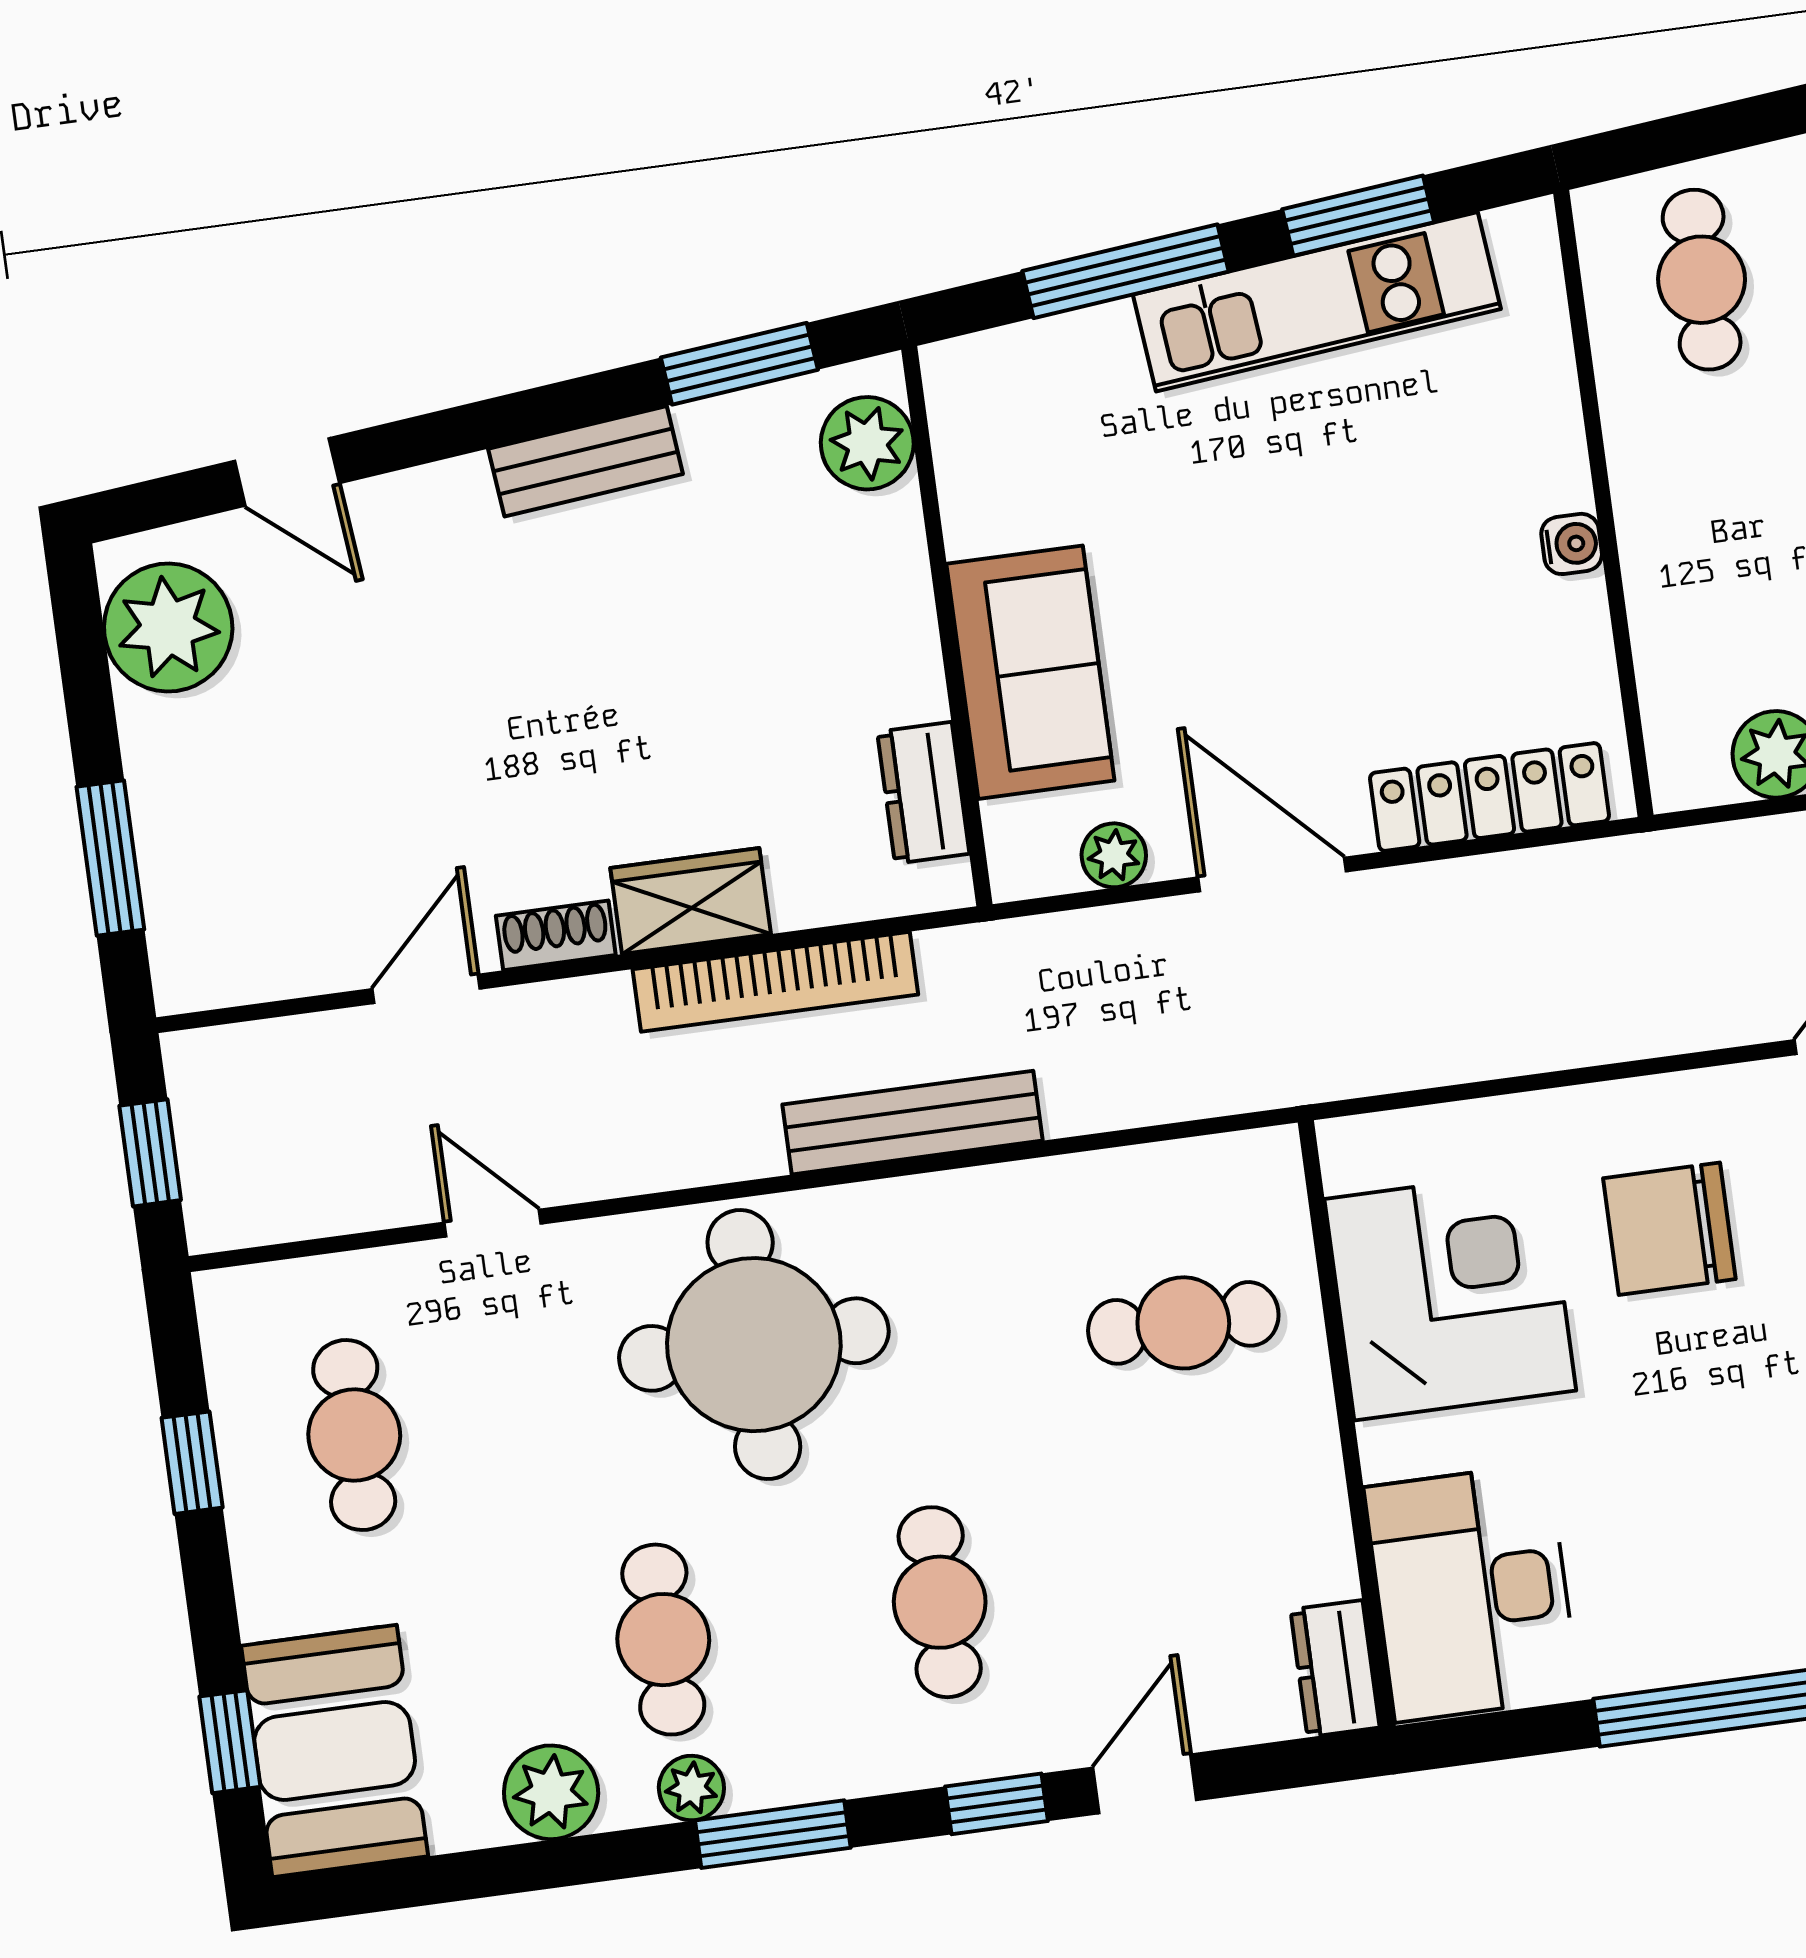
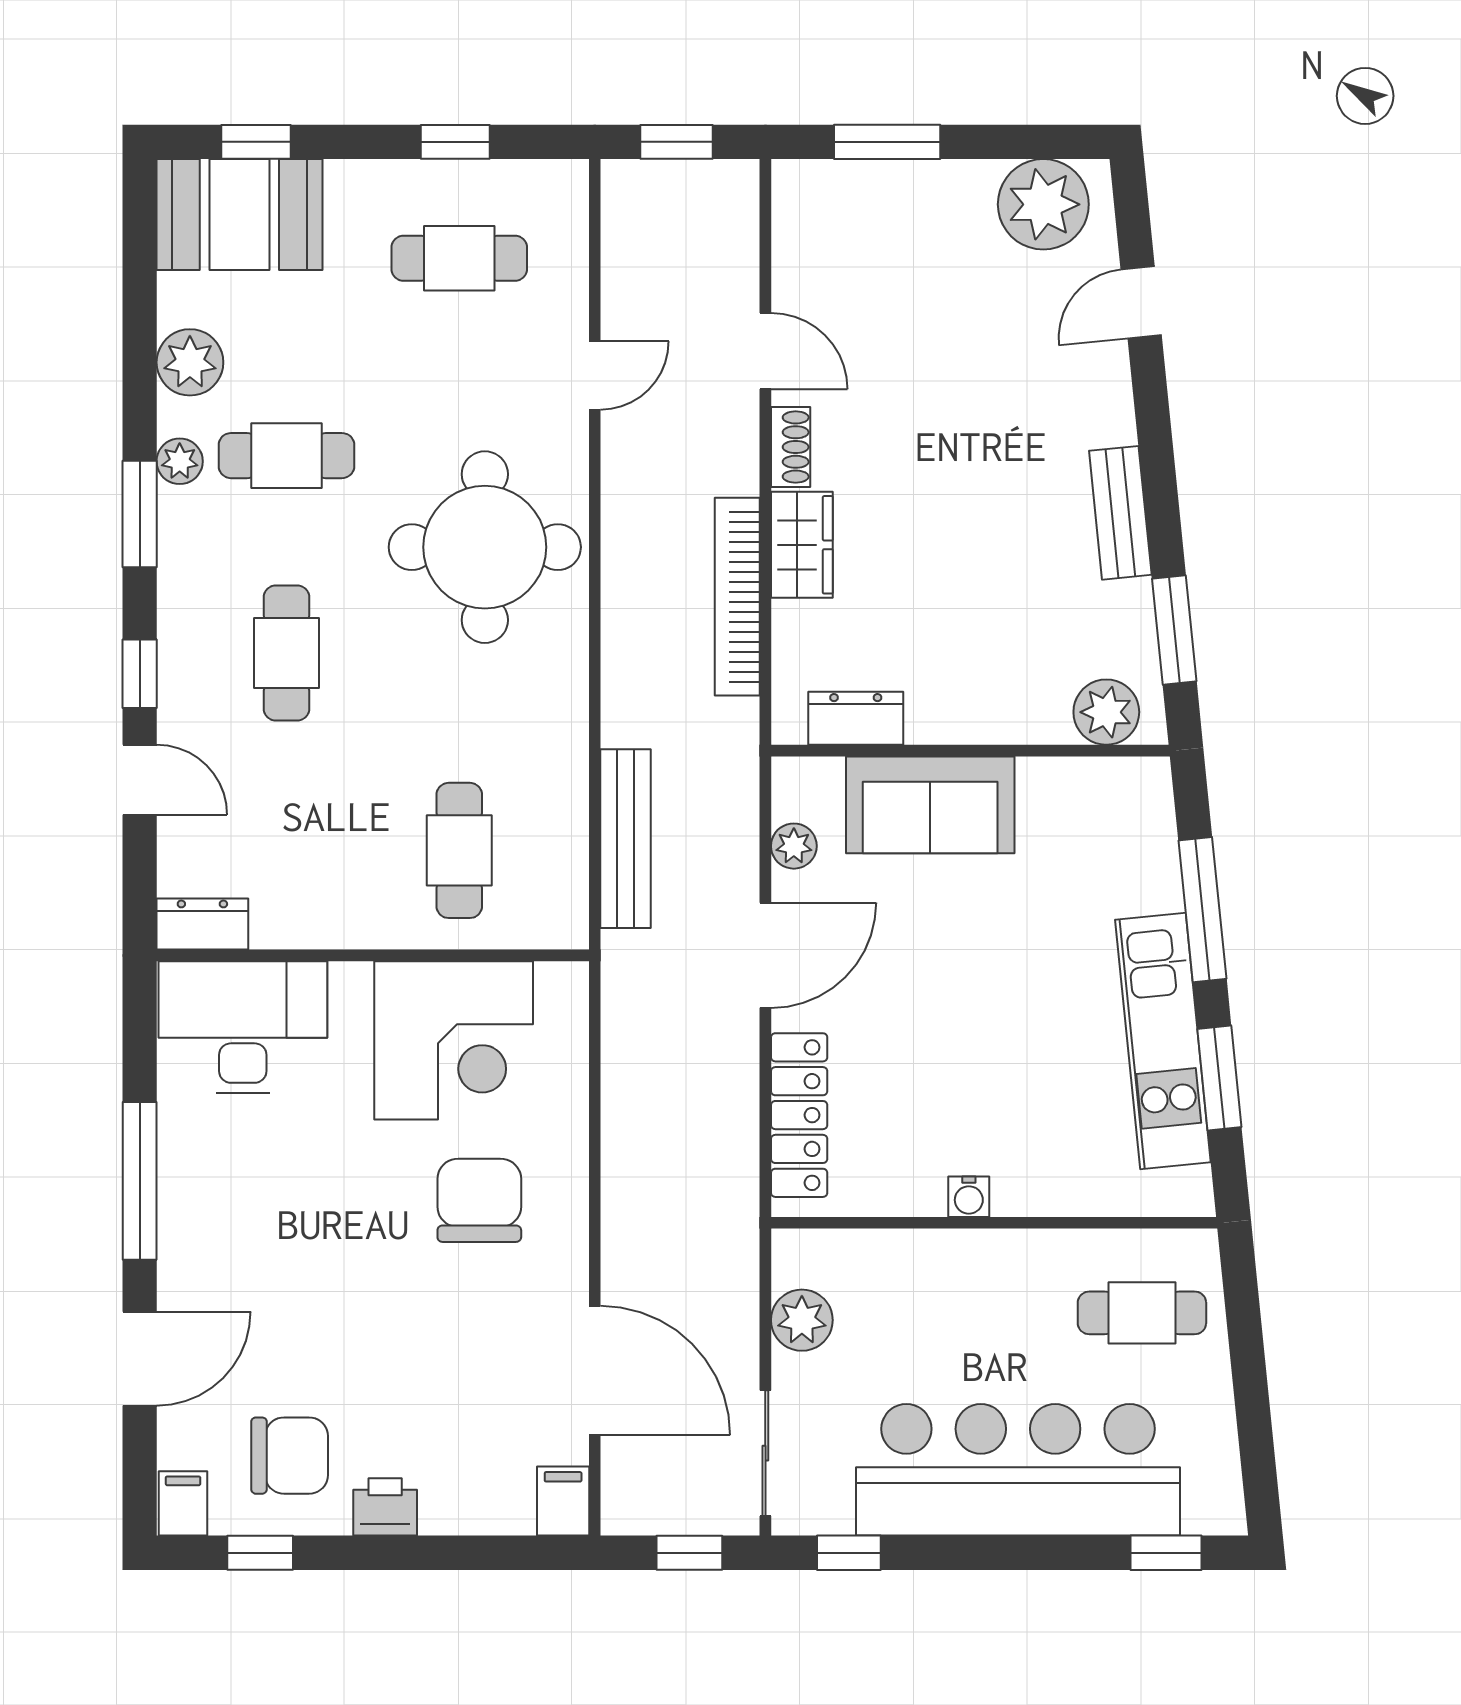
bench: (913, 1123) -> (625, 839), moved
cafe table: (940, 1602) -> (286, 653), turned 90

